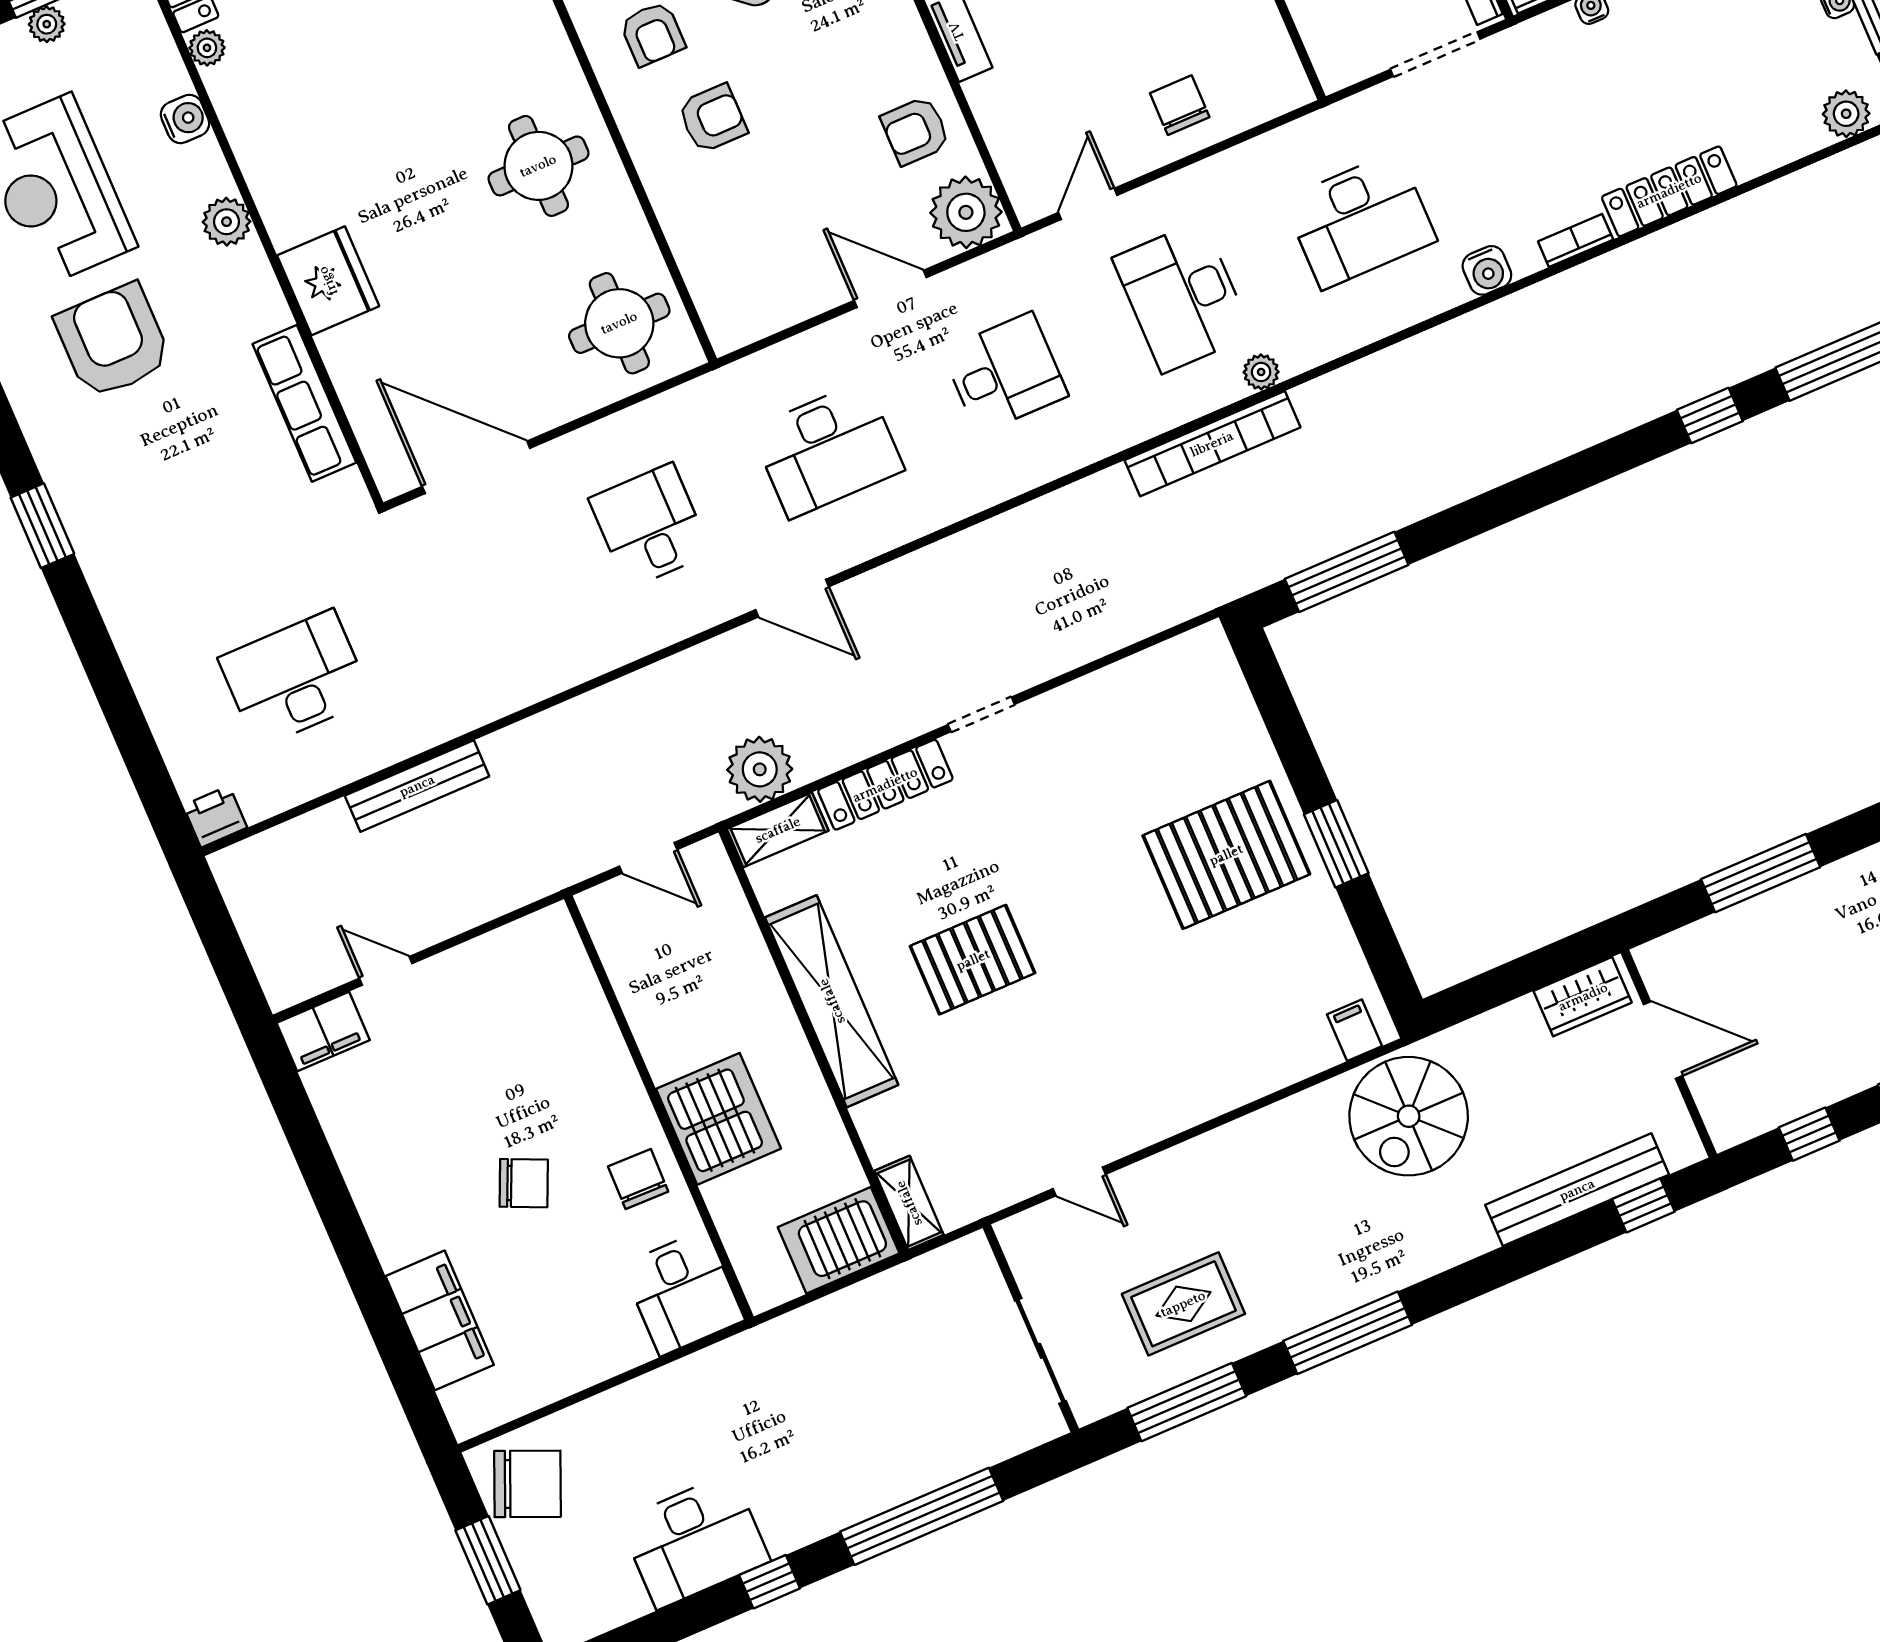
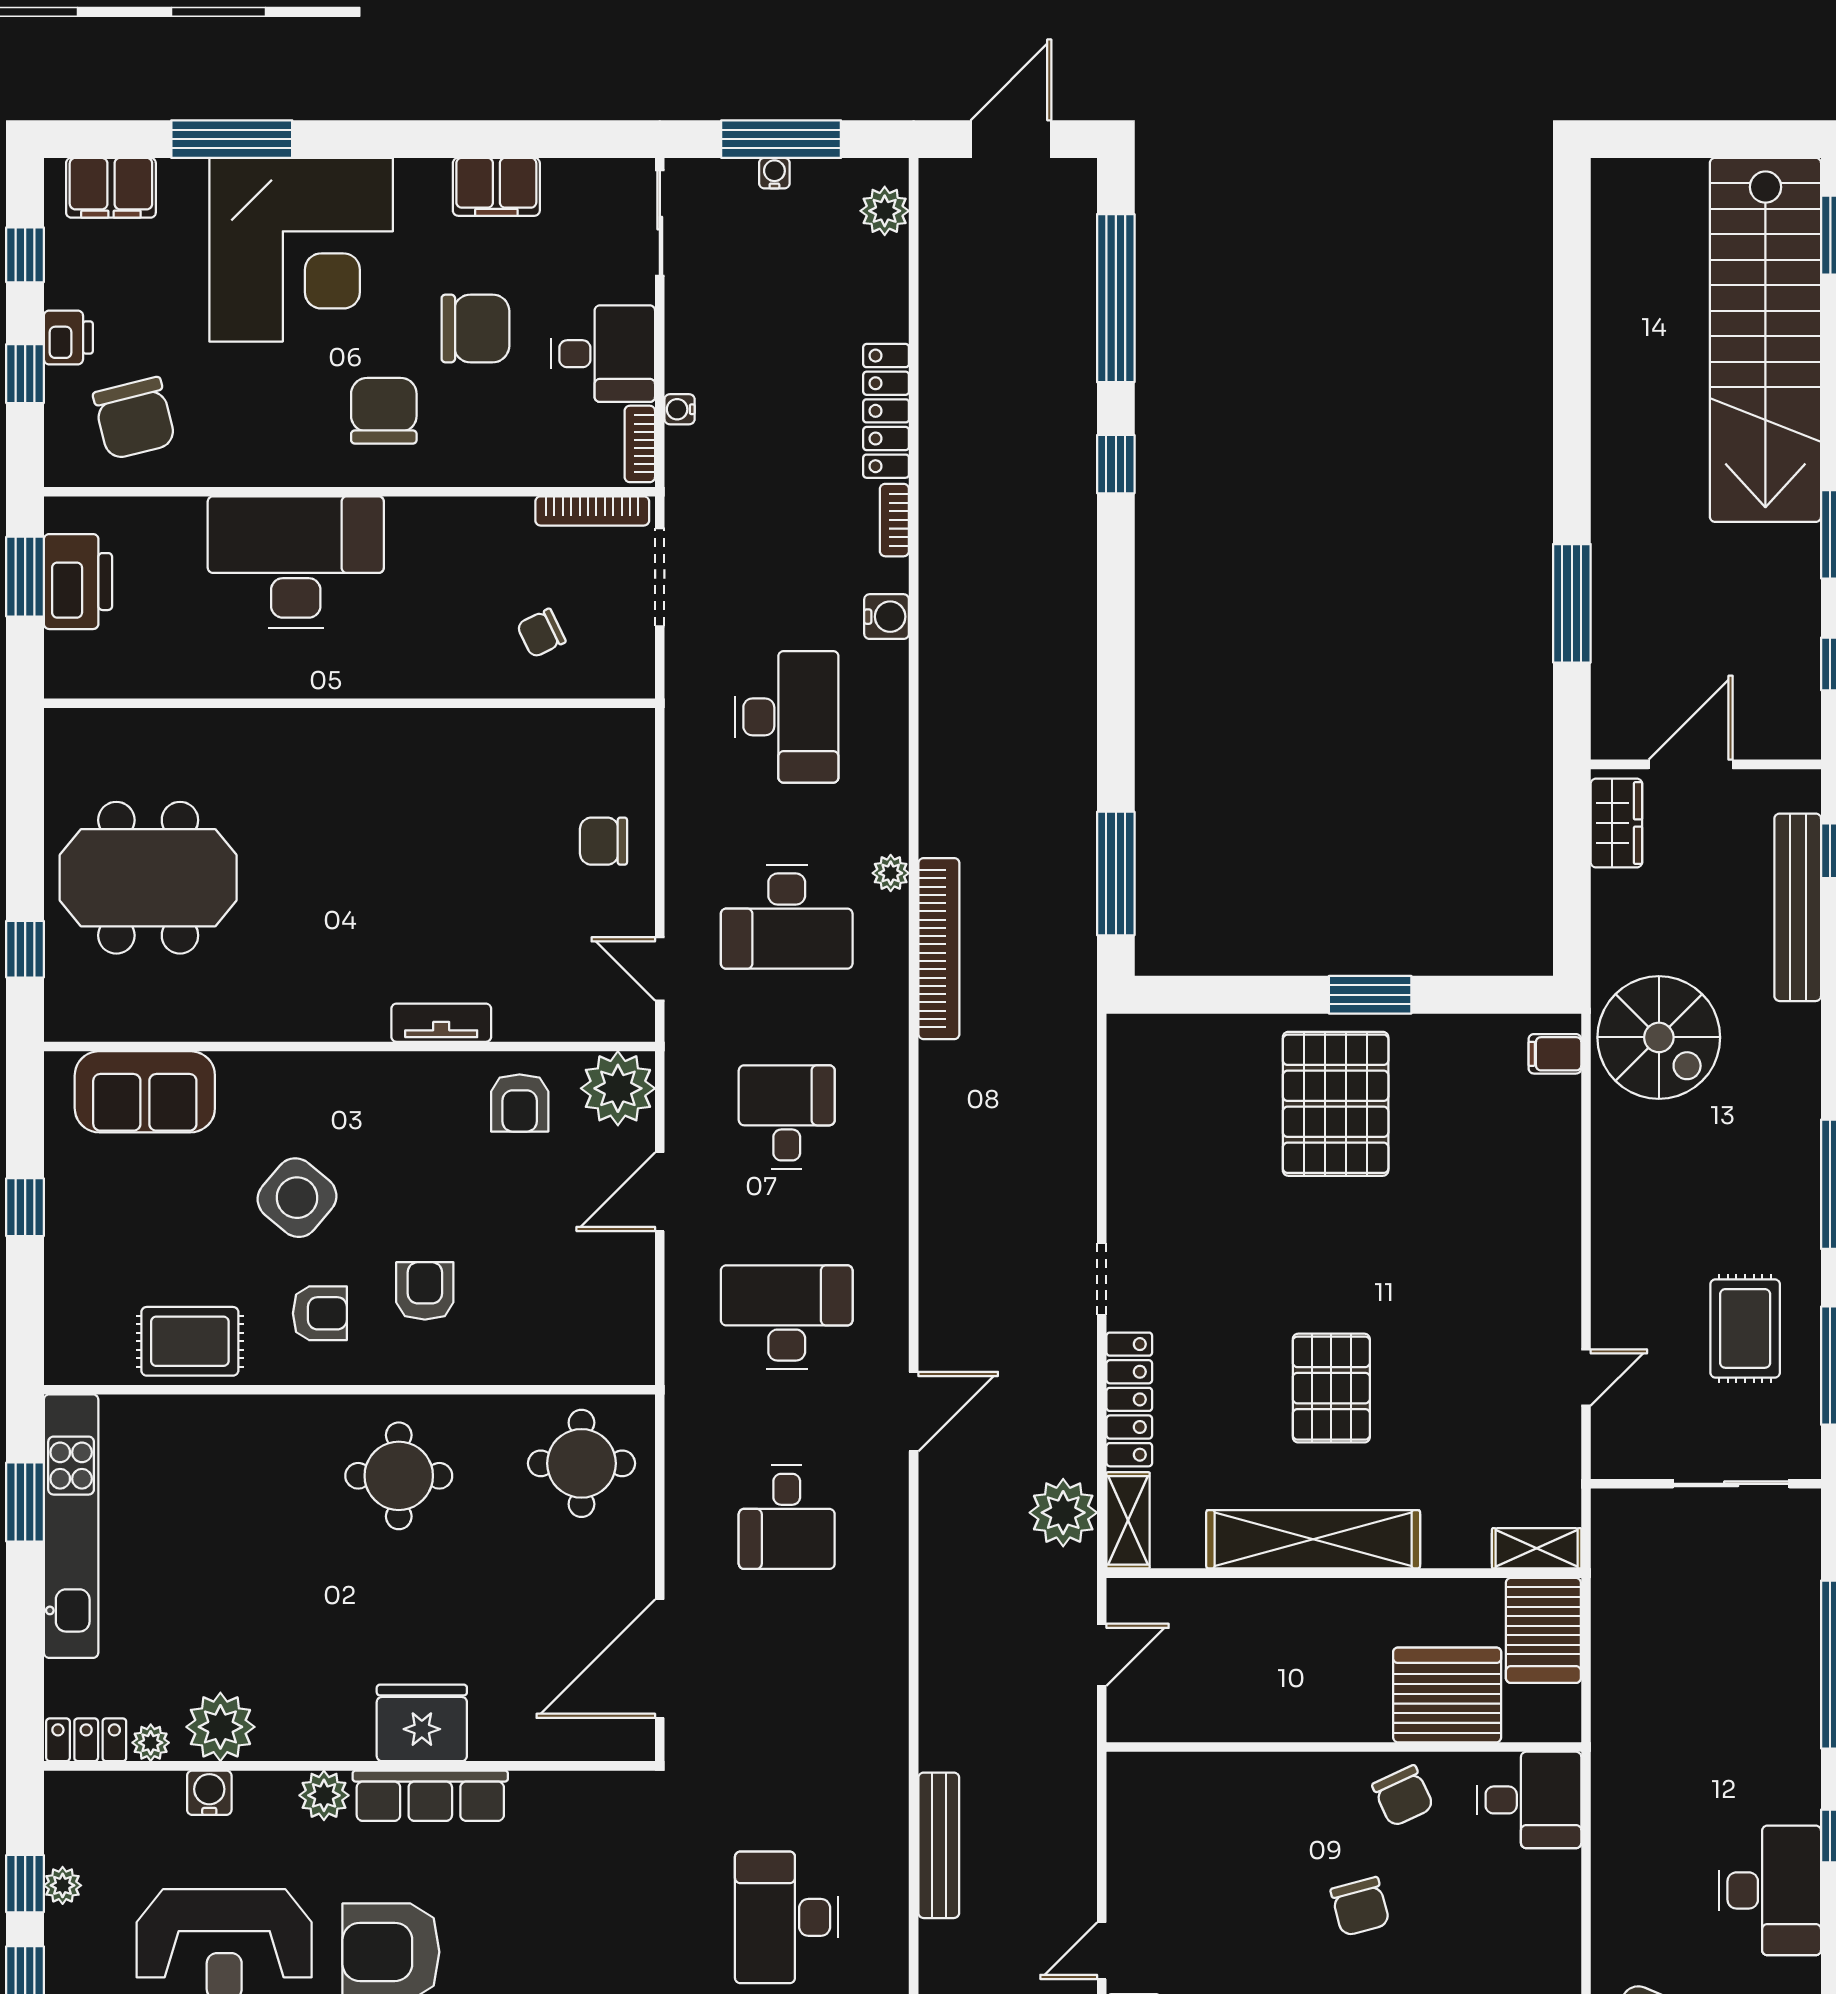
plant: (248, 104) -> (220, 1727), added
row of seats: (304, 403) -> (430, 1796), moved
desk: (827, 449) -> (787, 1317), turned -90
desk: (650, 526) -> (787, 1517), turned -90
server rack: (718, 1119) -> (1447, 1695), moved
chair: (638, 1179) -> (1403, 1796), turned -116
chair: (524, 1183) -> (1360, 1907), turned 141

